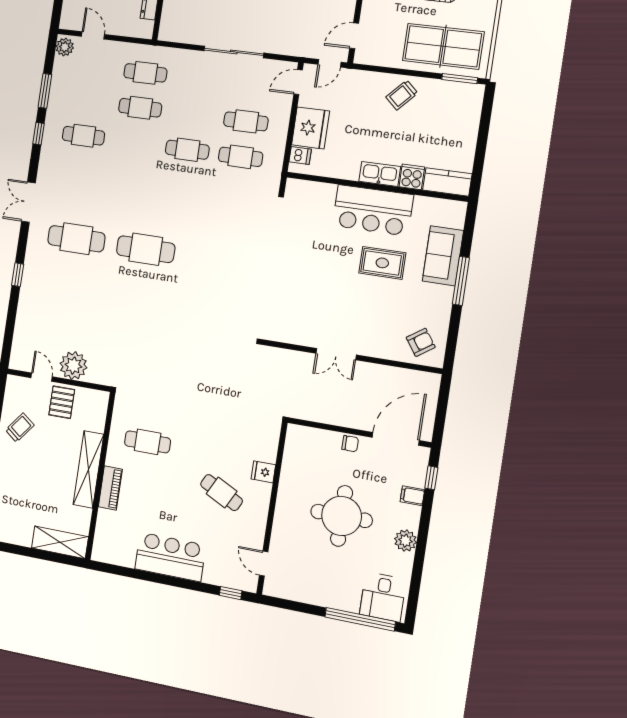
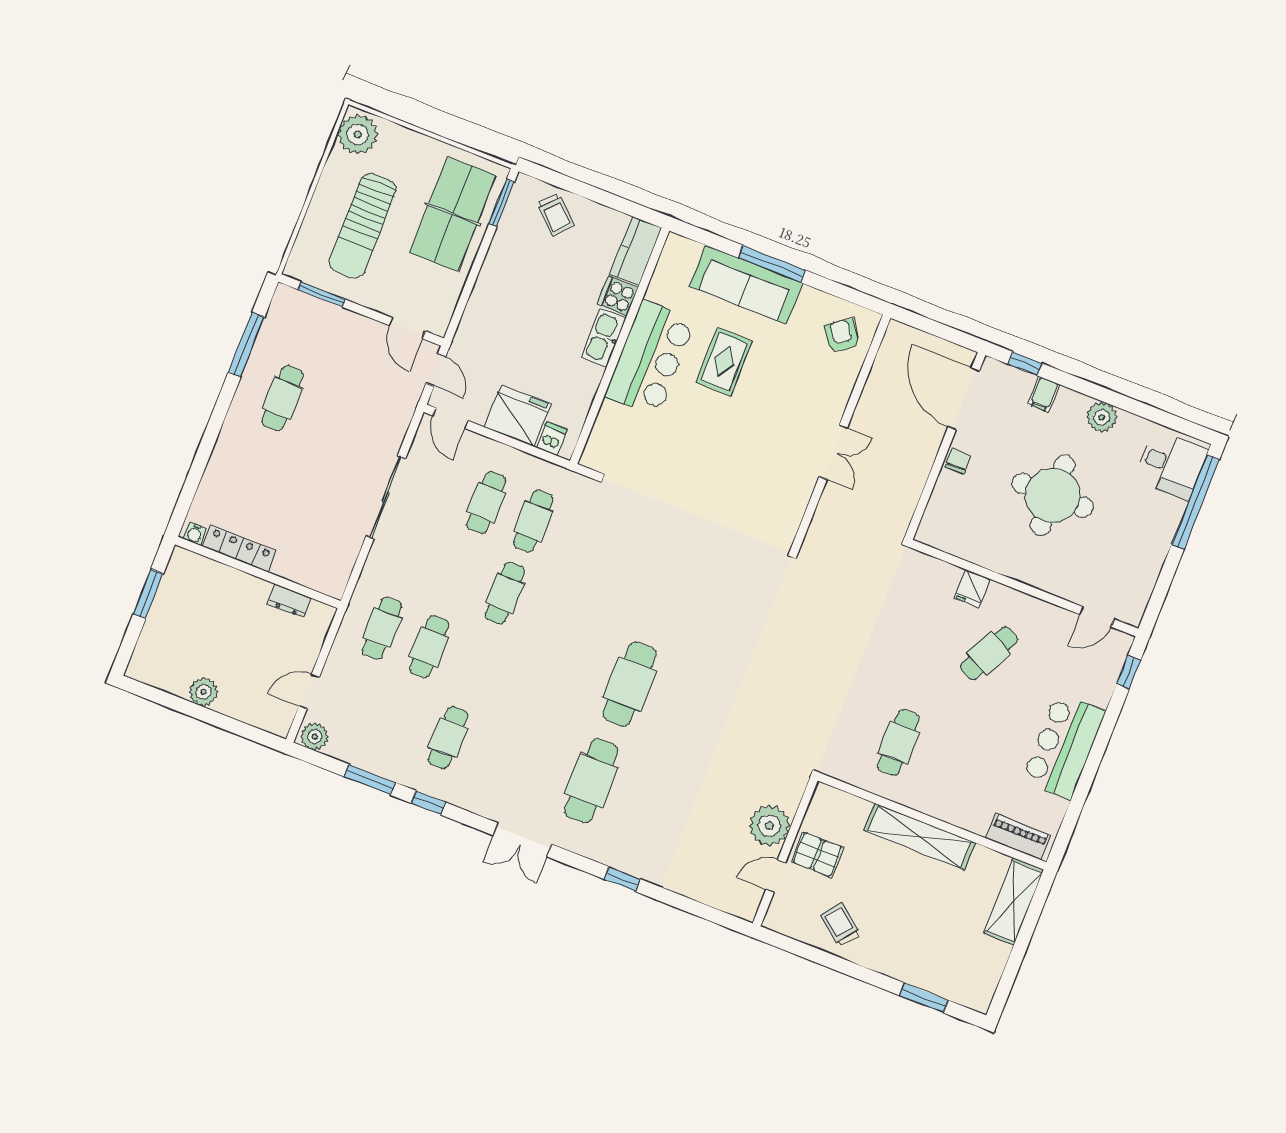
trolley: (402, 95) -> (556, 215), moved
sofa: (443, 256) -> (746, 285), width x1.36
piano: (110, 488) -> (1018, 837), moved

